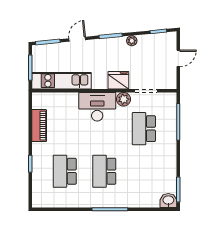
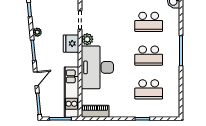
door: (77, 39) -> (36, 79), swing flipped
desk: (97, 107) -> (97, 67), width x1.36, depth x1.30
piano: (39, 126) -> (95, 111), moved
school desk: (144, 129) -> (149, 22), moved

